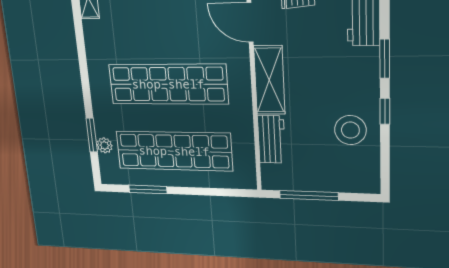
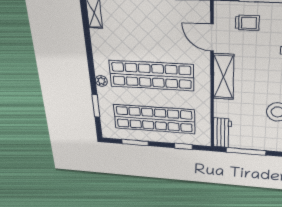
workbench: (271, 139) -> (222, 133), moved
plant: (105, 145) -> (101, 81), moved
window: (217, 192) -> (183, 146), added

